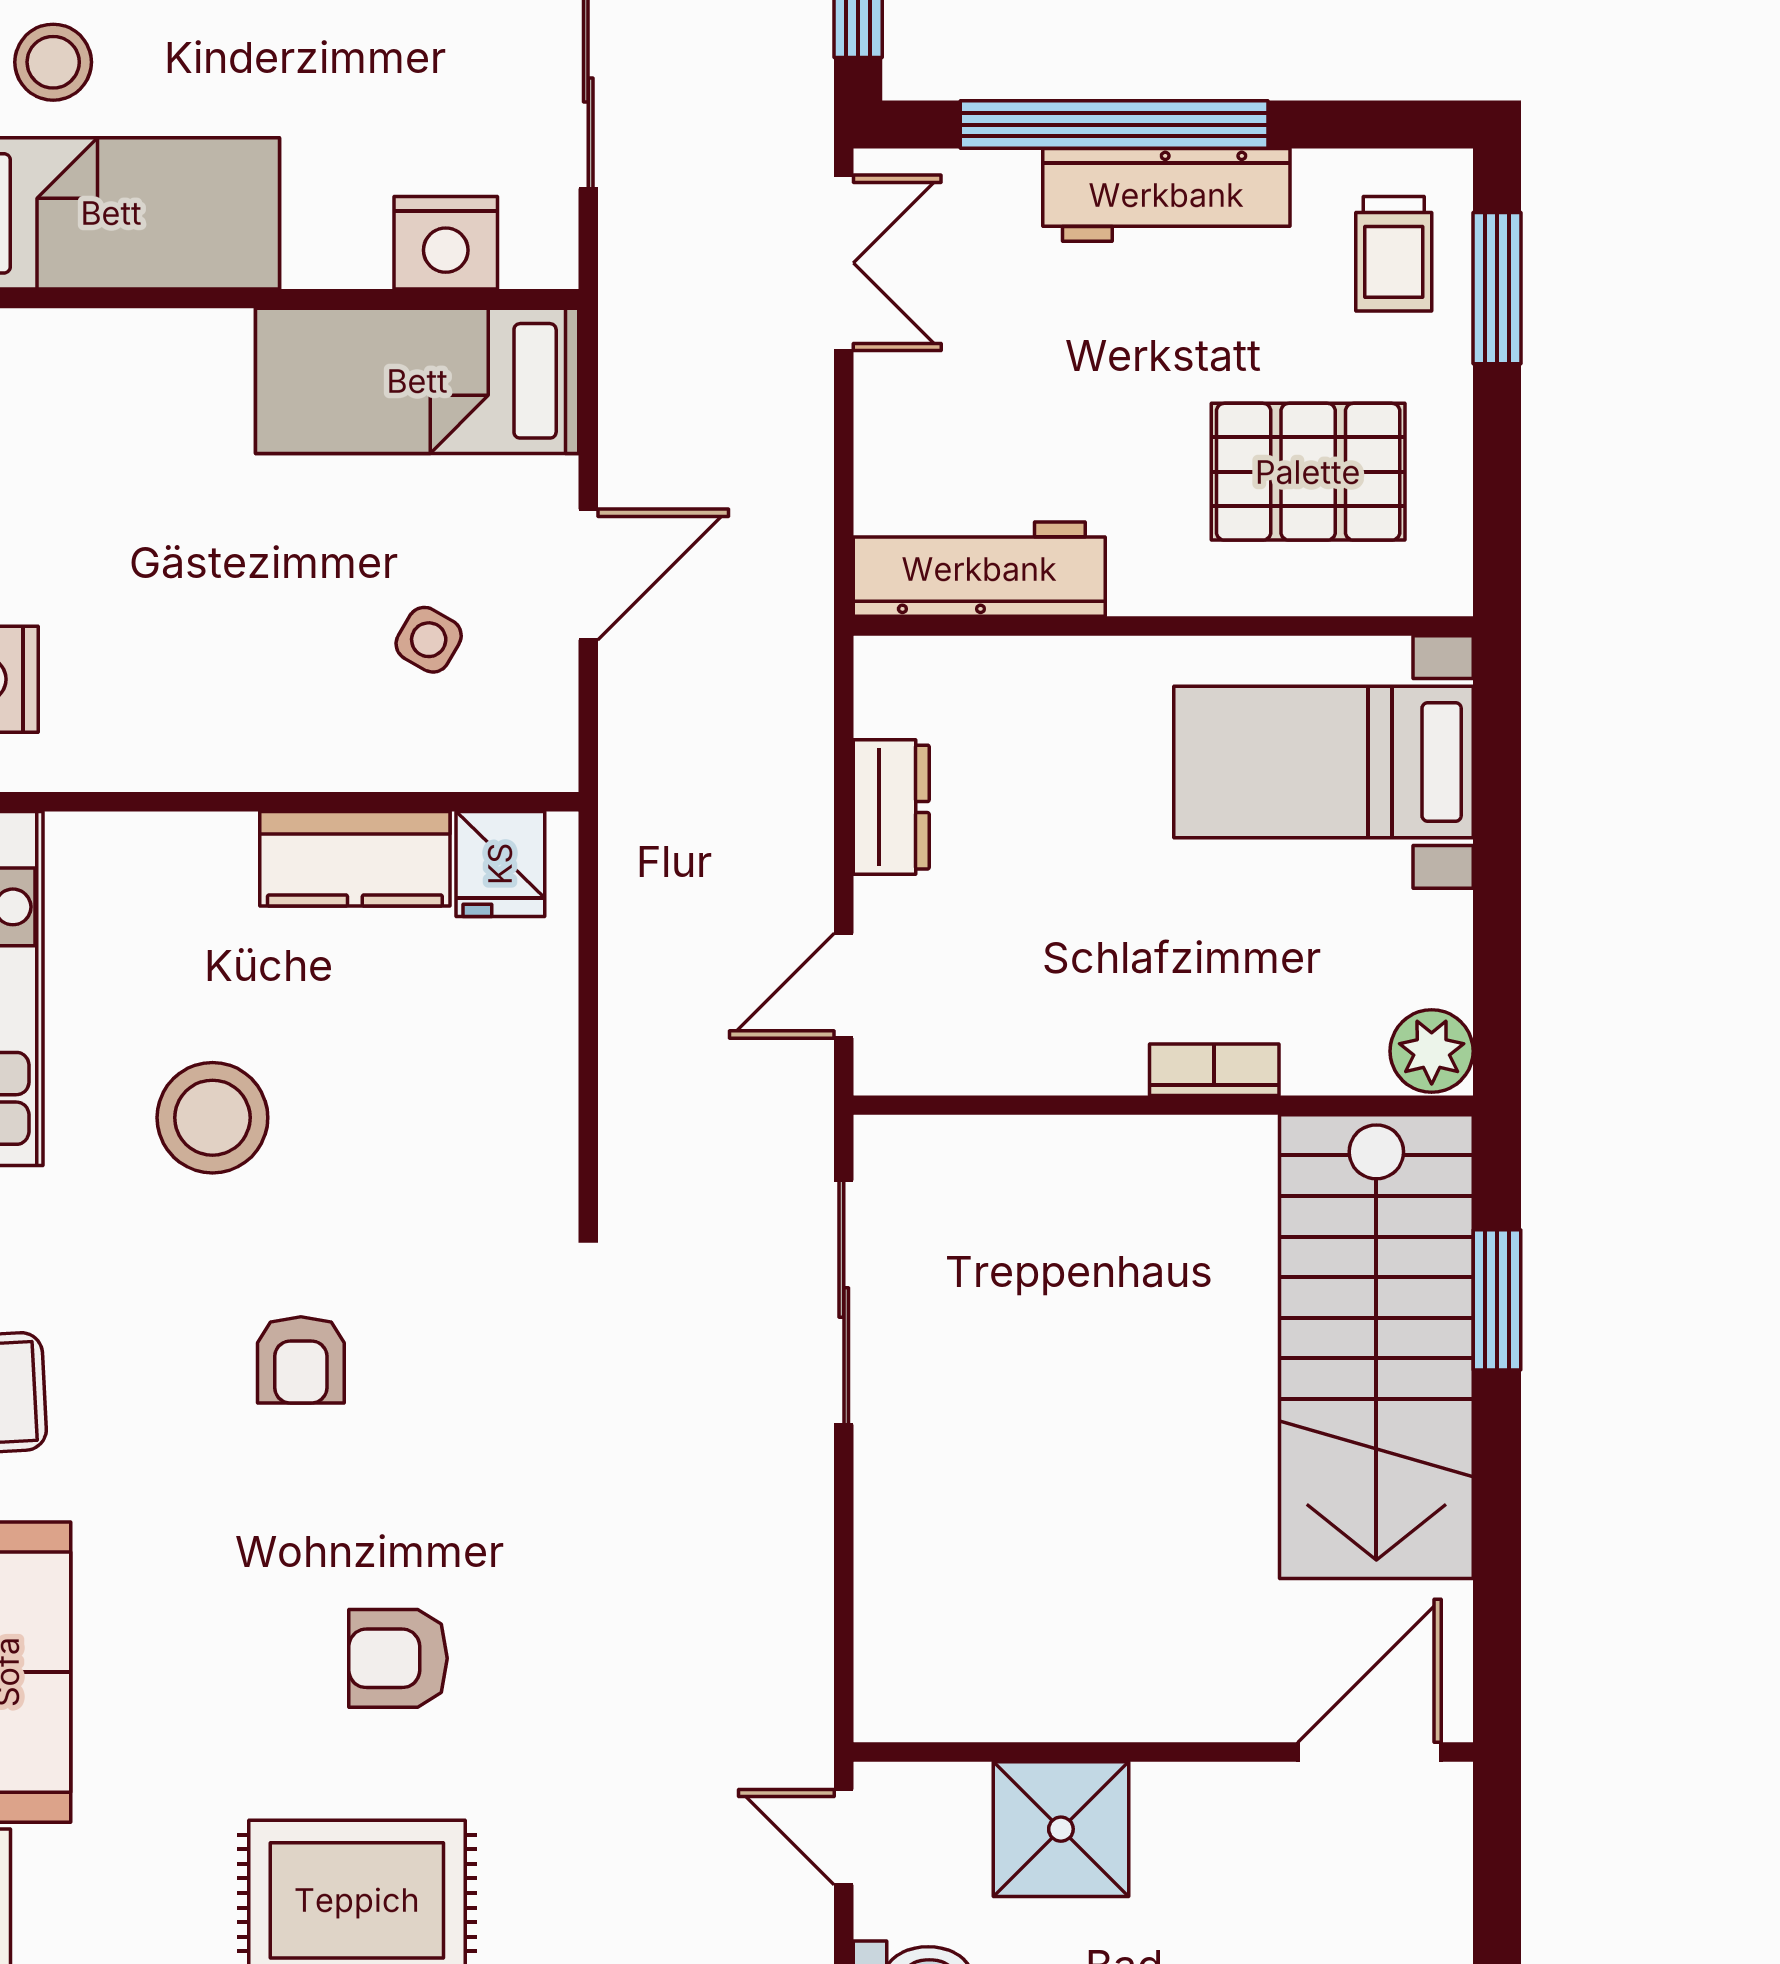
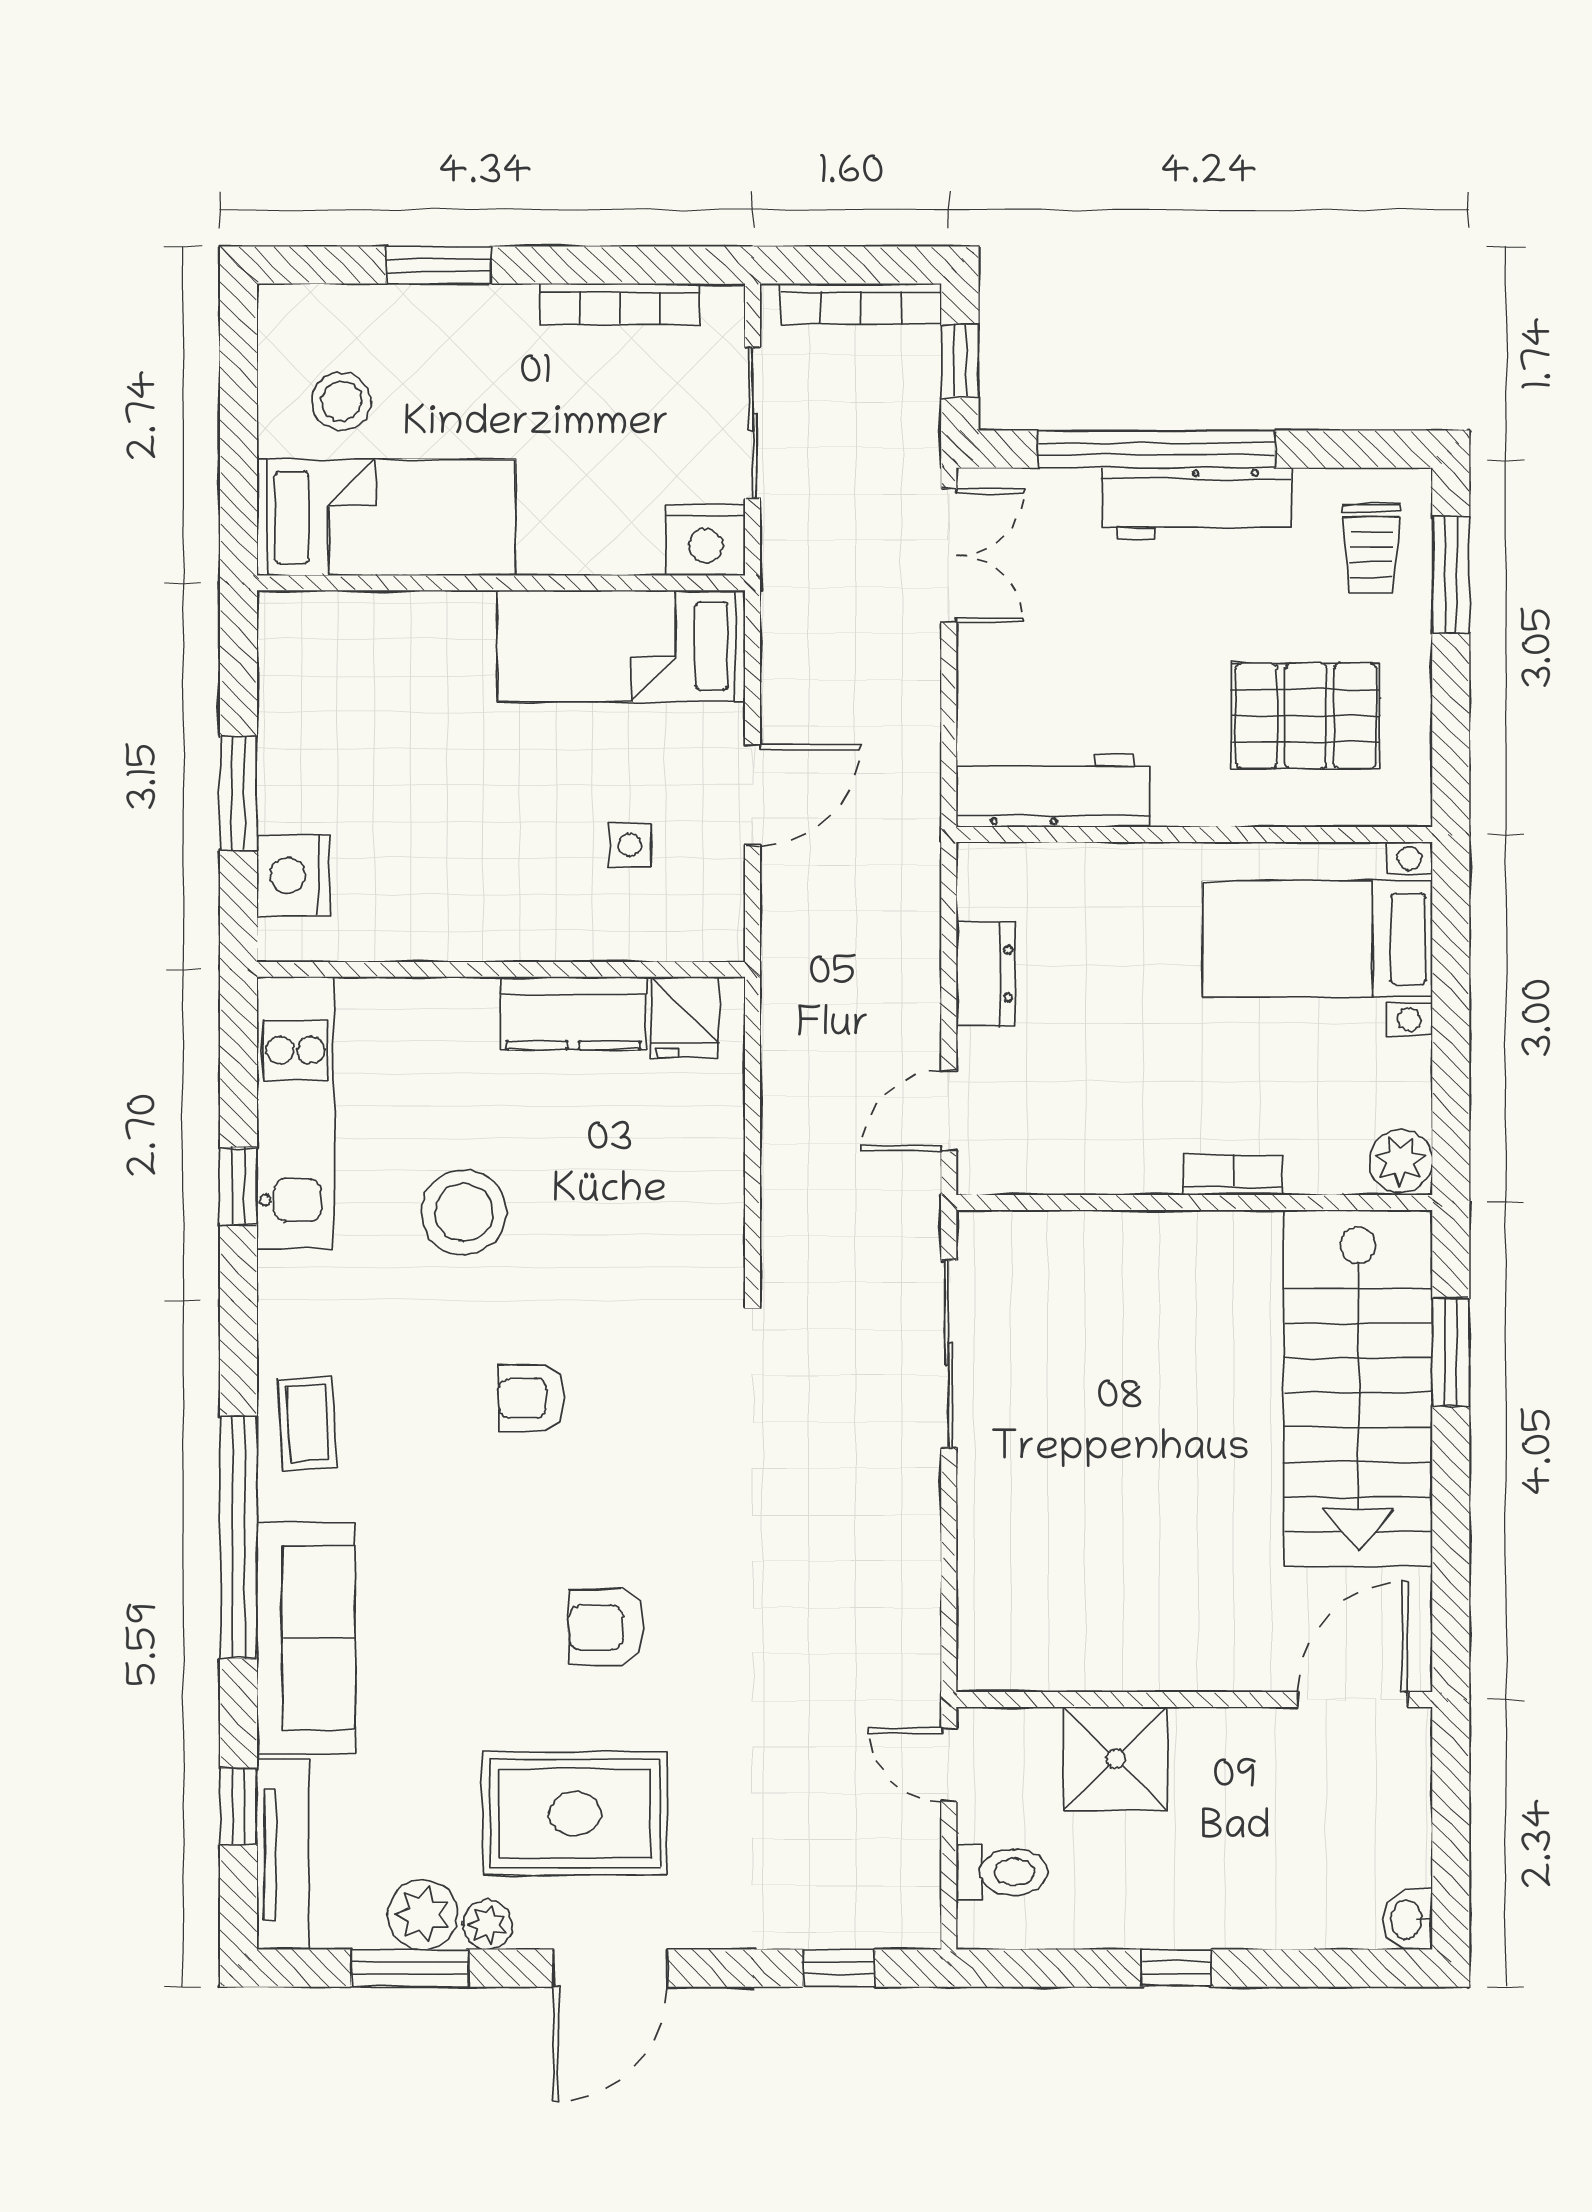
nightstand: (446, 243) -> (706, 540), moved
side table: (429, 640) -> (630, 845), turned -30
armchair: (301, 1360) -> (532, 1398), turned 90

